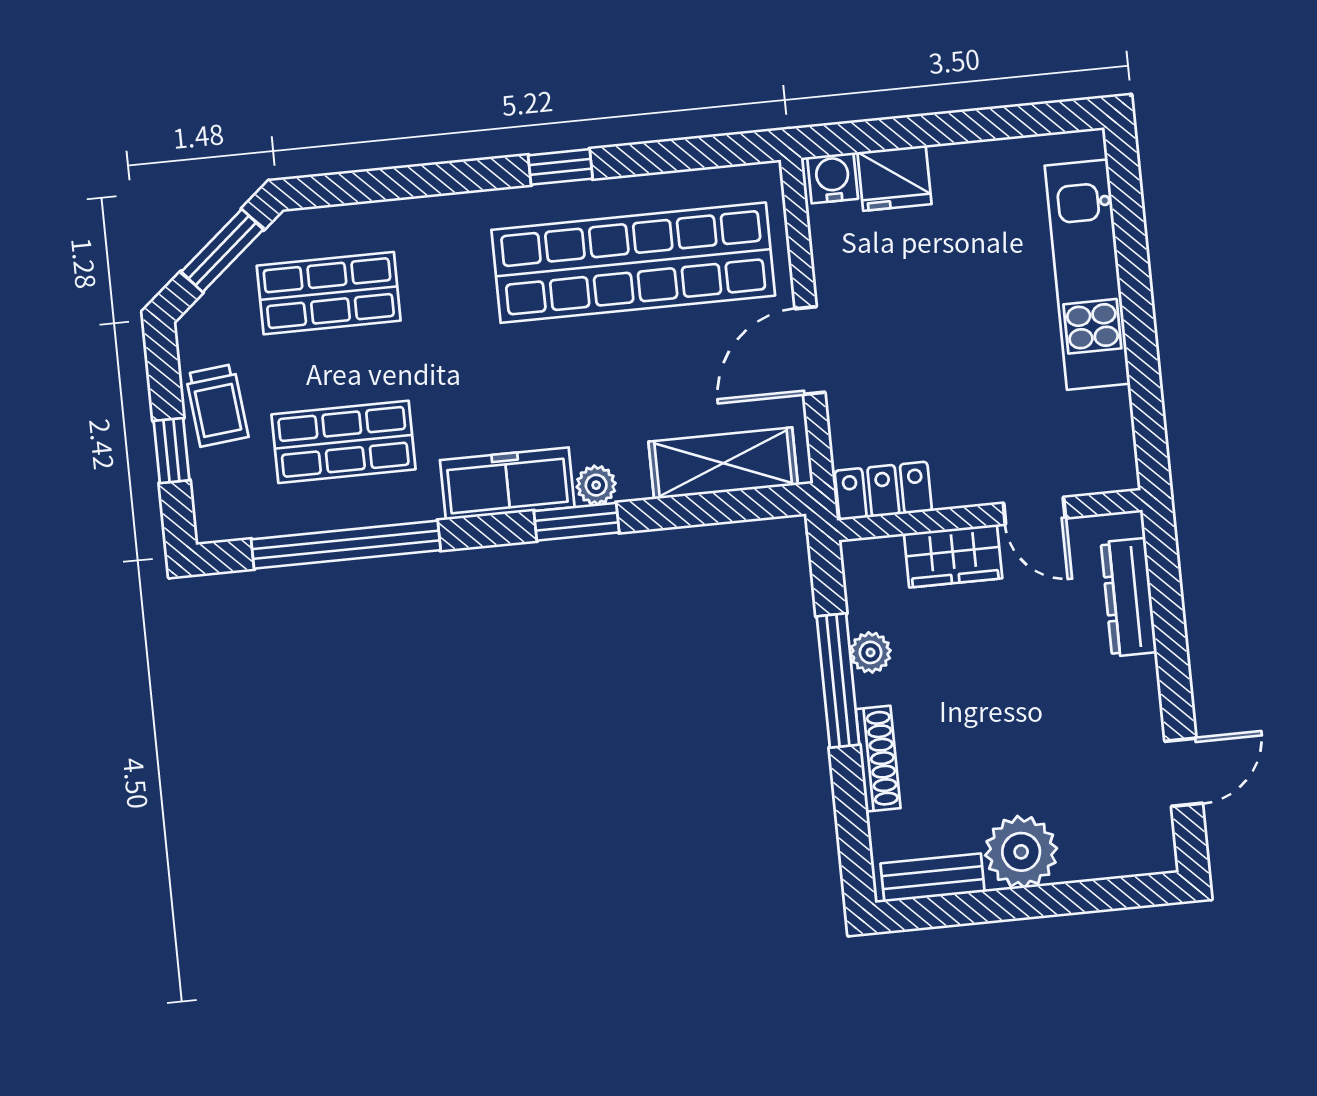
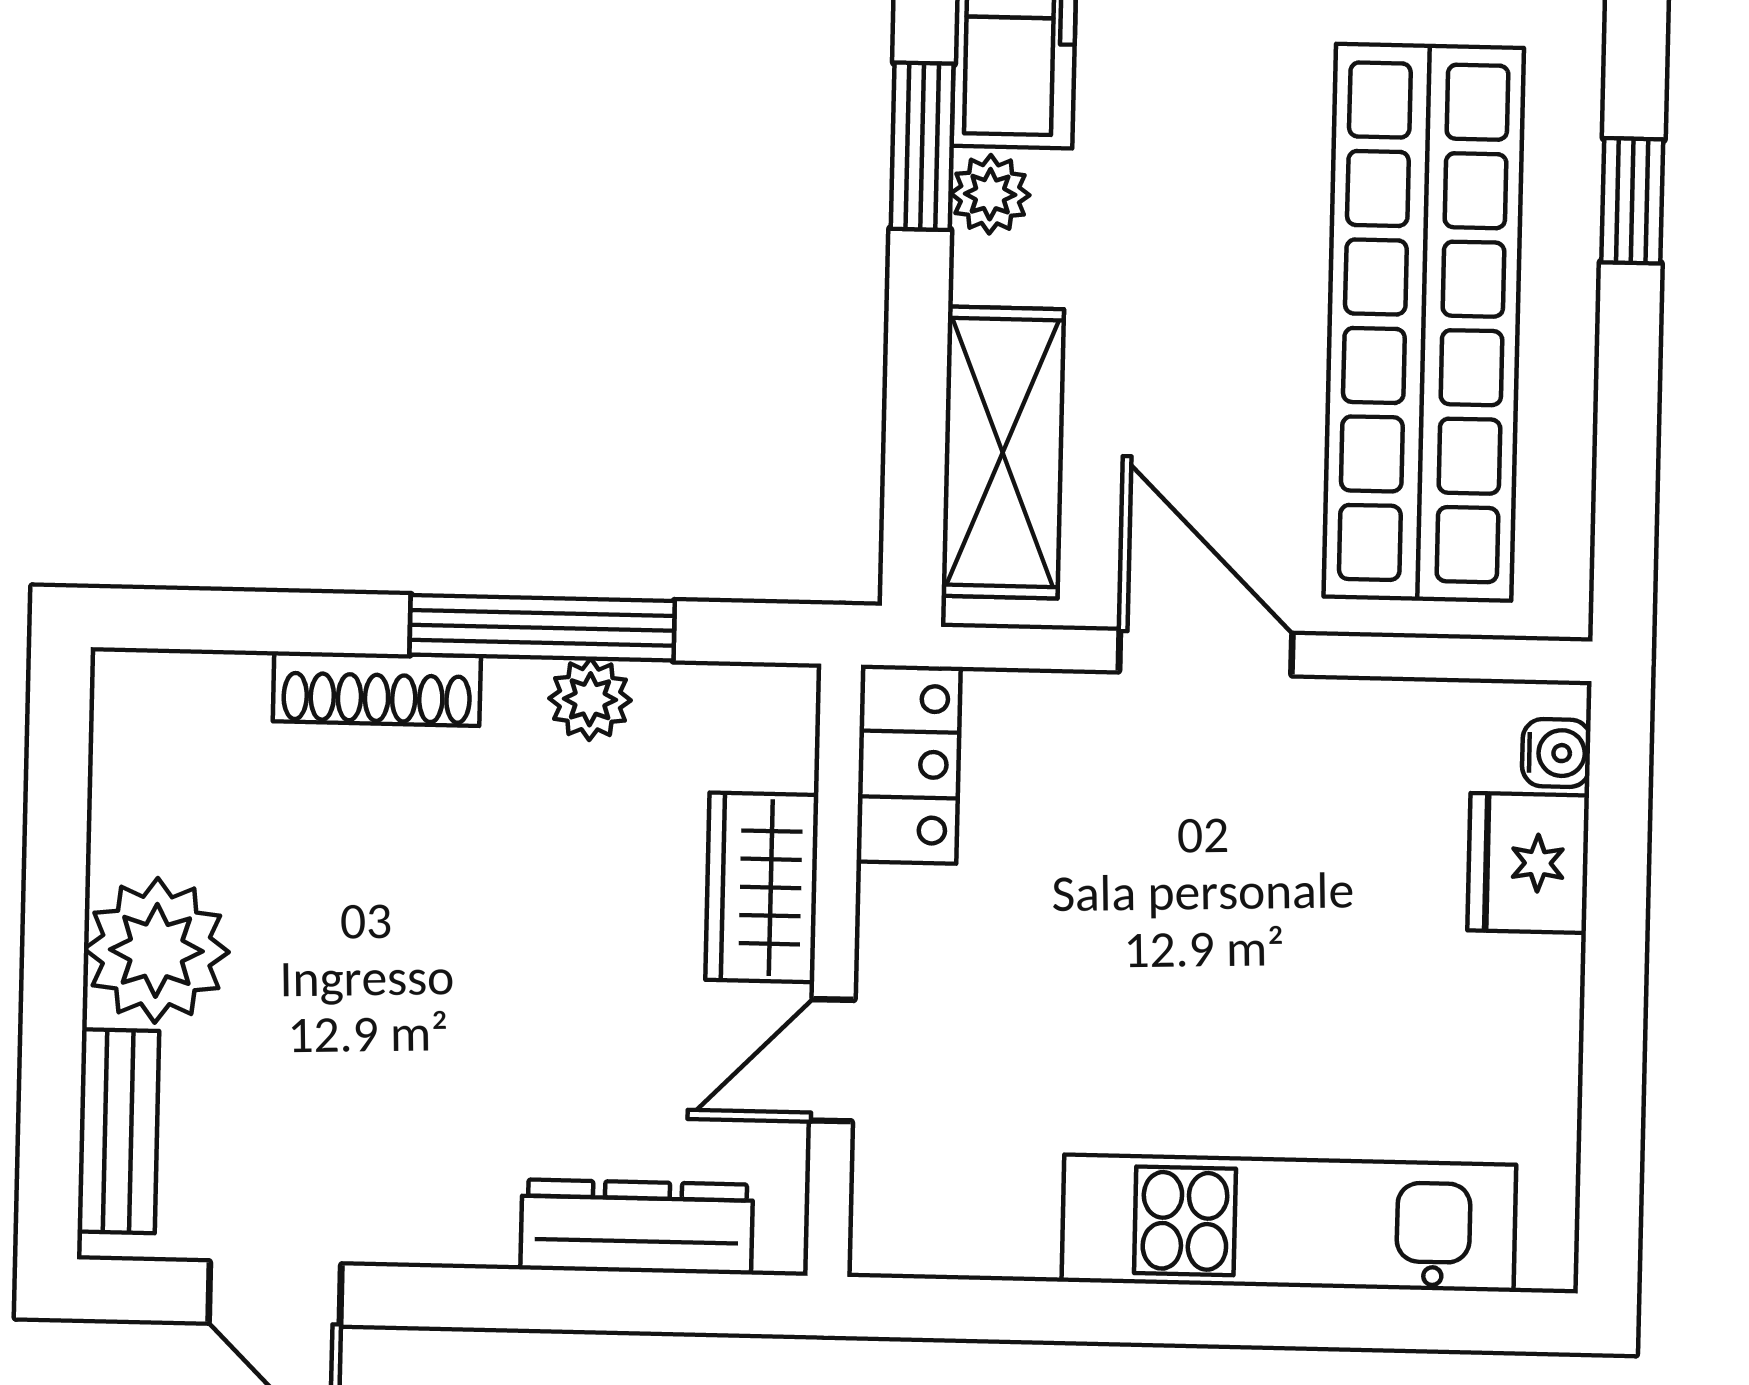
water cooler: (833, 178) -> (1556, 753), width x0.72, depth x0.72
bench: (933, 878) -> (118, 1131), moved

